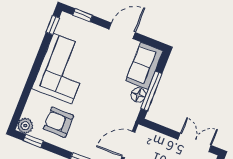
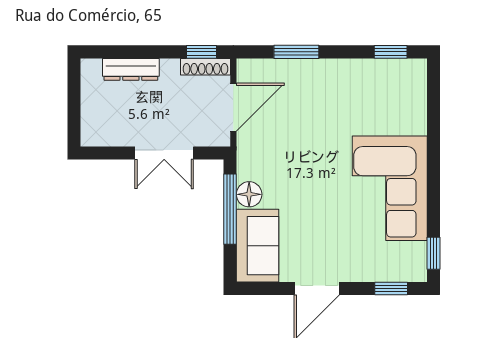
armchair: (58, 122) -> (362, 99), removed
plant: (25, 126) -> (414, 72), removed
double door: (195, 142) -> (164, 153), moved

